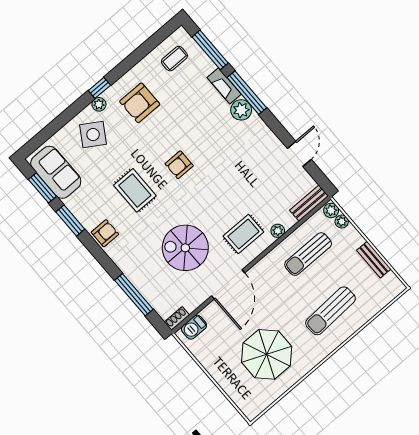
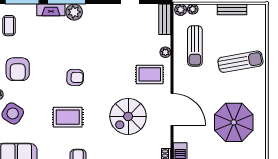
armchair: (179, 165) -> (75, 77), turned -88
rug: (243, 234) -> (150, 74), turned 90
sun lounger: (330, 311) -> (240, 62), turned -97

